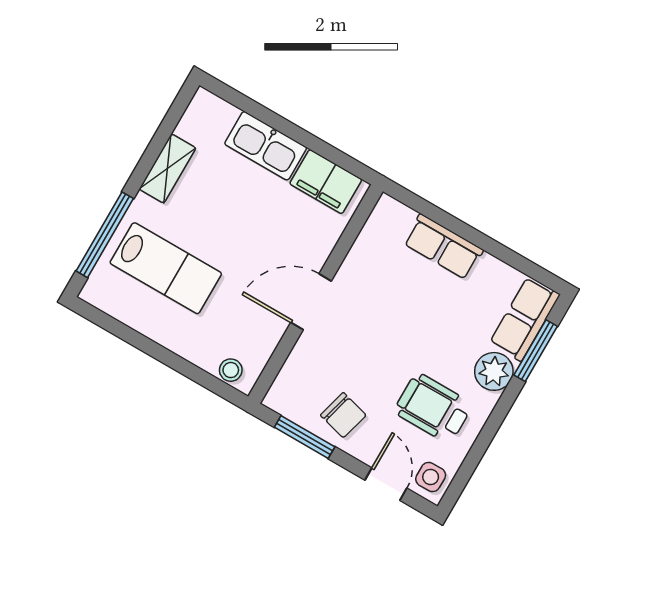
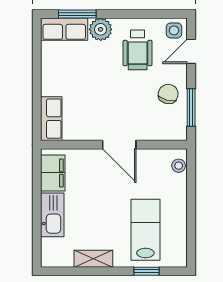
window: (105, 235) -> (146, 271), width x0.46
row of seats: (443, 247) -> (51, 119), moved

